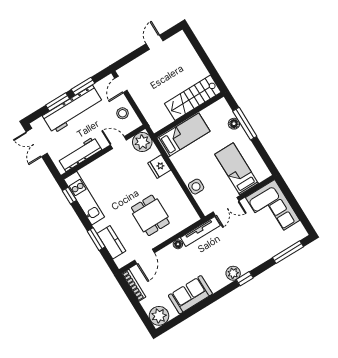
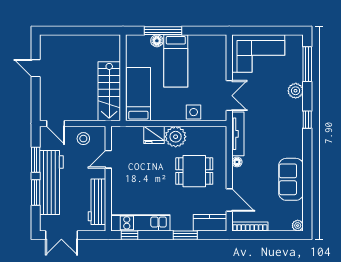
stairs: (193, 98) -> (109, 91), moved
plant: (142, 142) -> (176, 137), moved
bed: (237, 169) -> (176, 61), moved, turned -90
kitchen counter: (111, 242) -> (210, 223), moved
plant: (233, 273) -> (296, 91), moved
plant: (159, 316) -> (298, 226), width x0.53, depth x0.53

